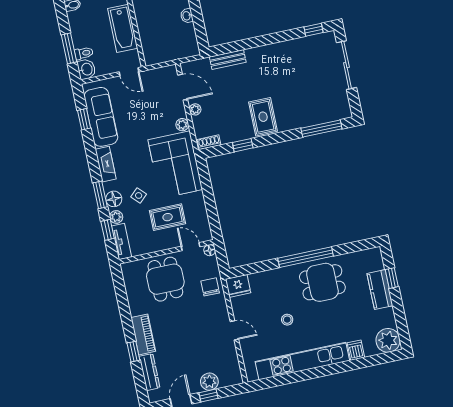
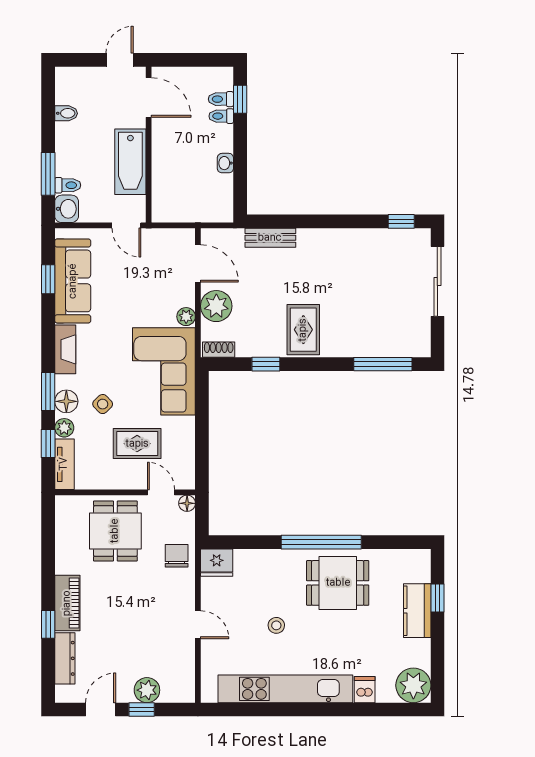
plant: (195, 109) -> (216, 306), width x1.87, depth x1.87

